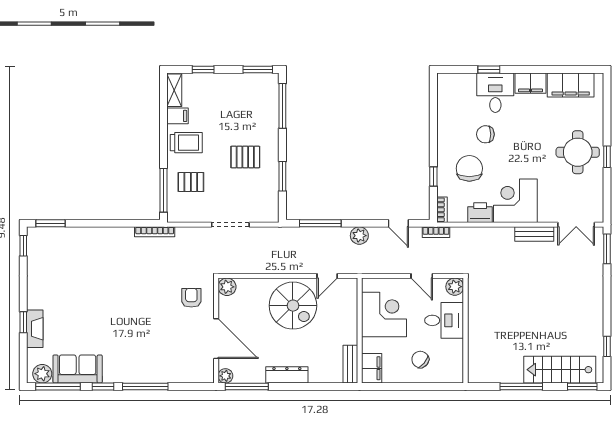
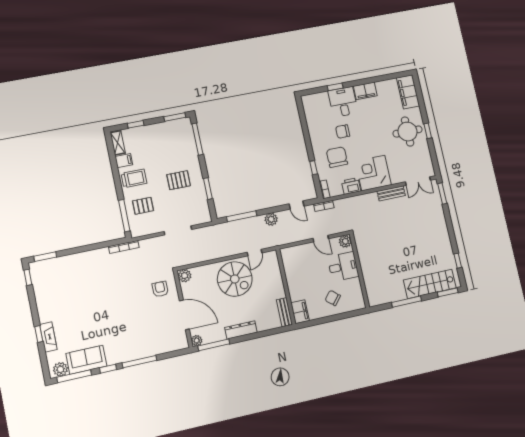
filing cabinet: (571, 85) -> (408, 92), moved, turned 90
corner desk: (384, 314) -> (300, 271), removed

